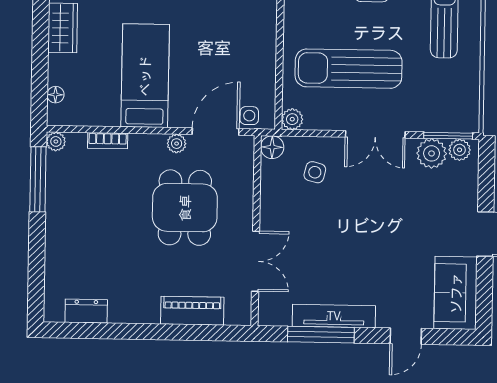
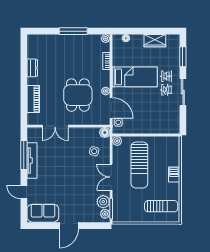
sun lounger: (349, 69) -> (139, 165), turned 180
window: (38, 179) -> (73, 31), moved
dining table: (185, 208) -> (78, 95), turned 90
dresser: (86, 311) -> (32, 68), moved

